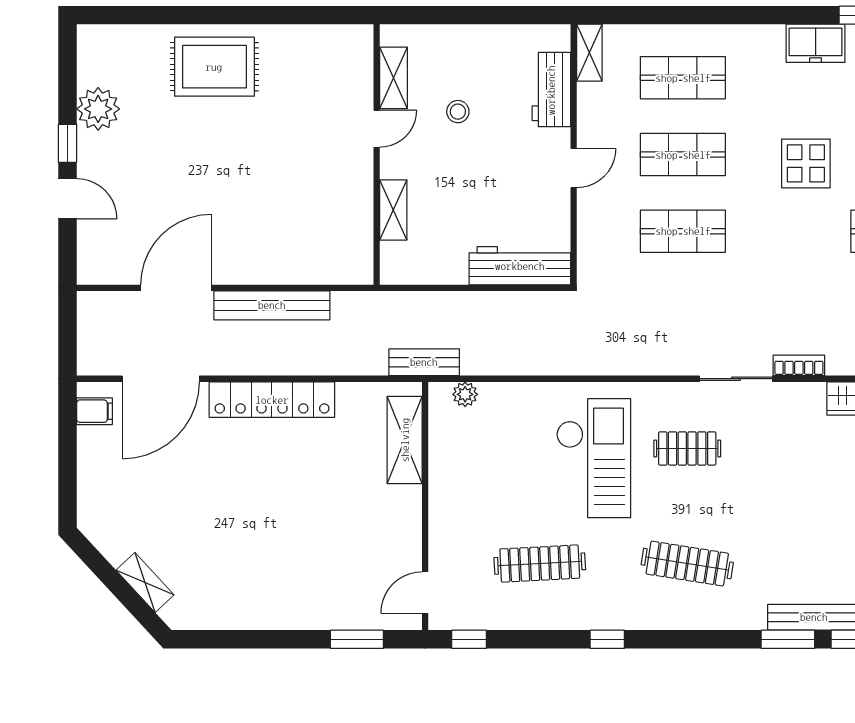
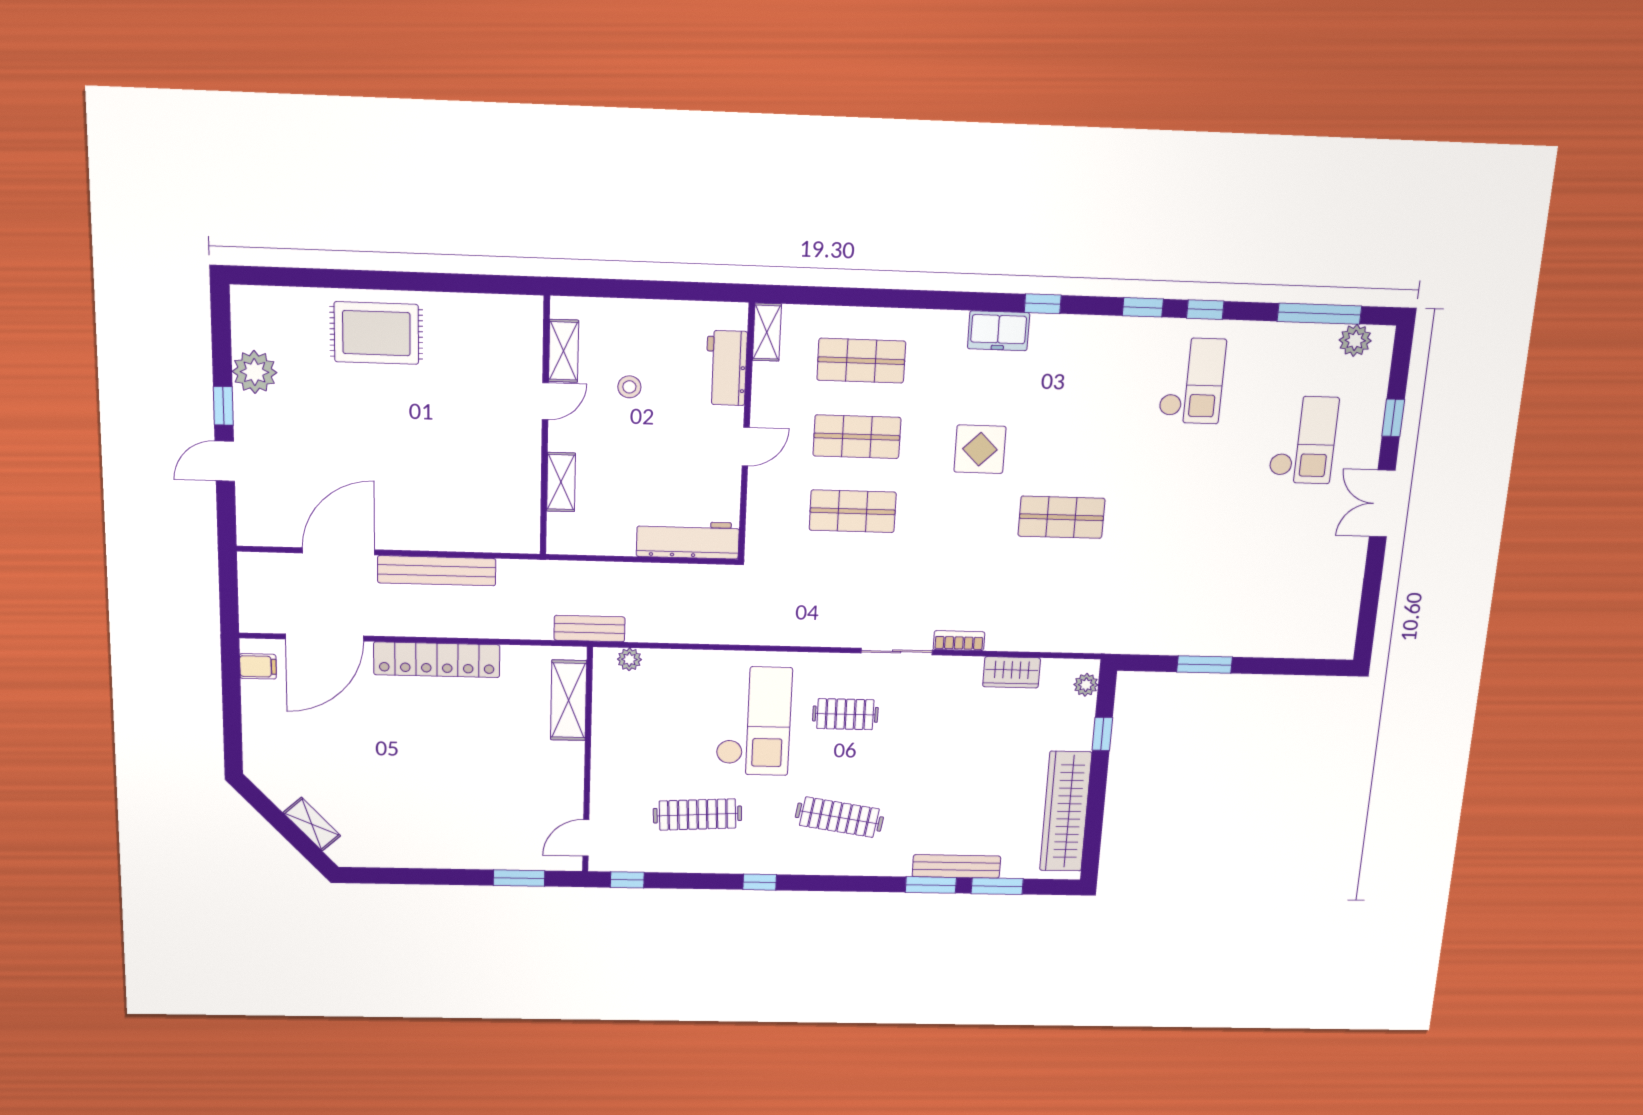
door: (68, 199) -> (225, 461), swing flipped

